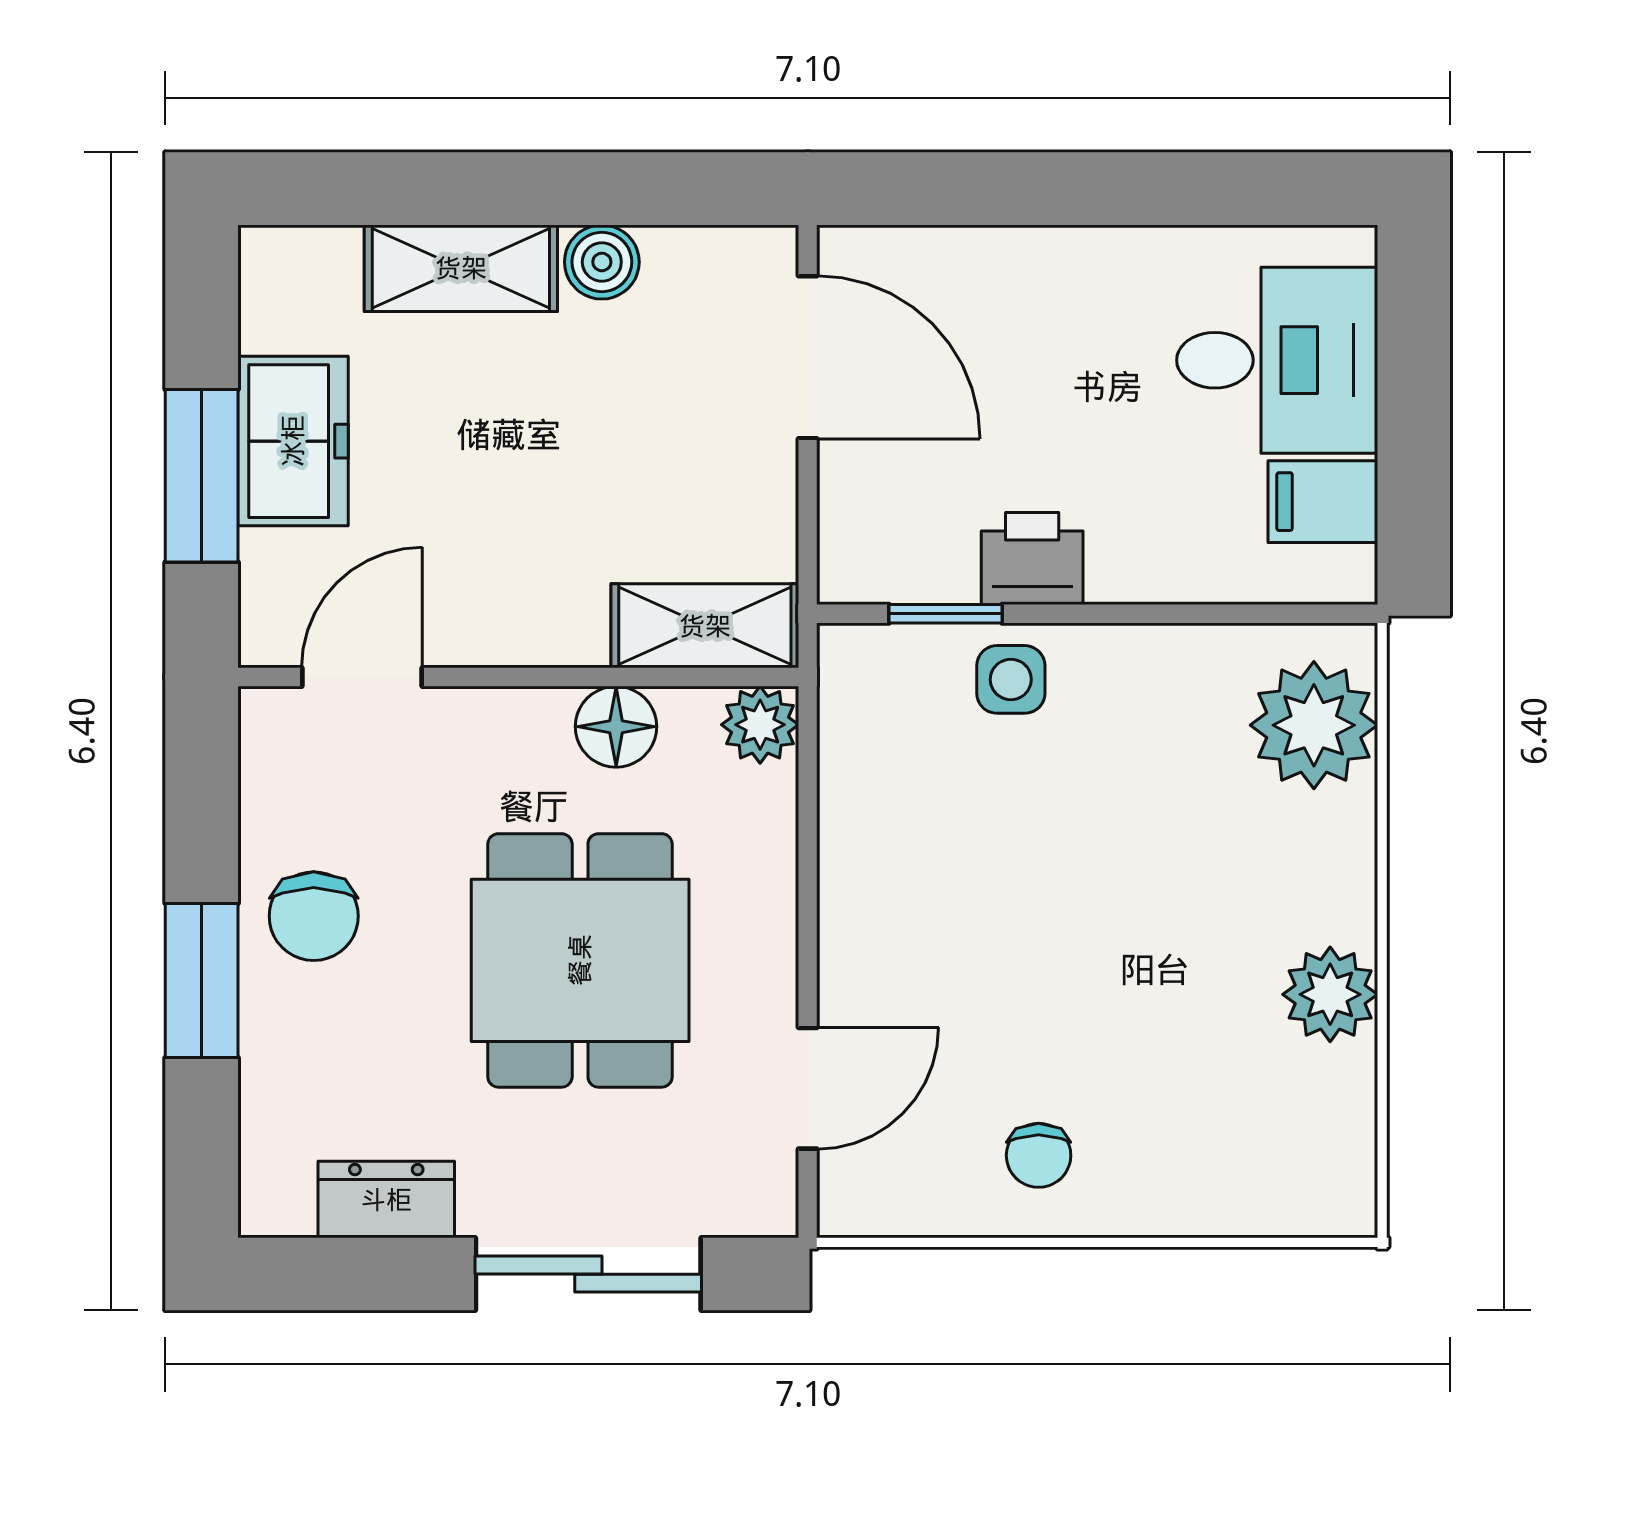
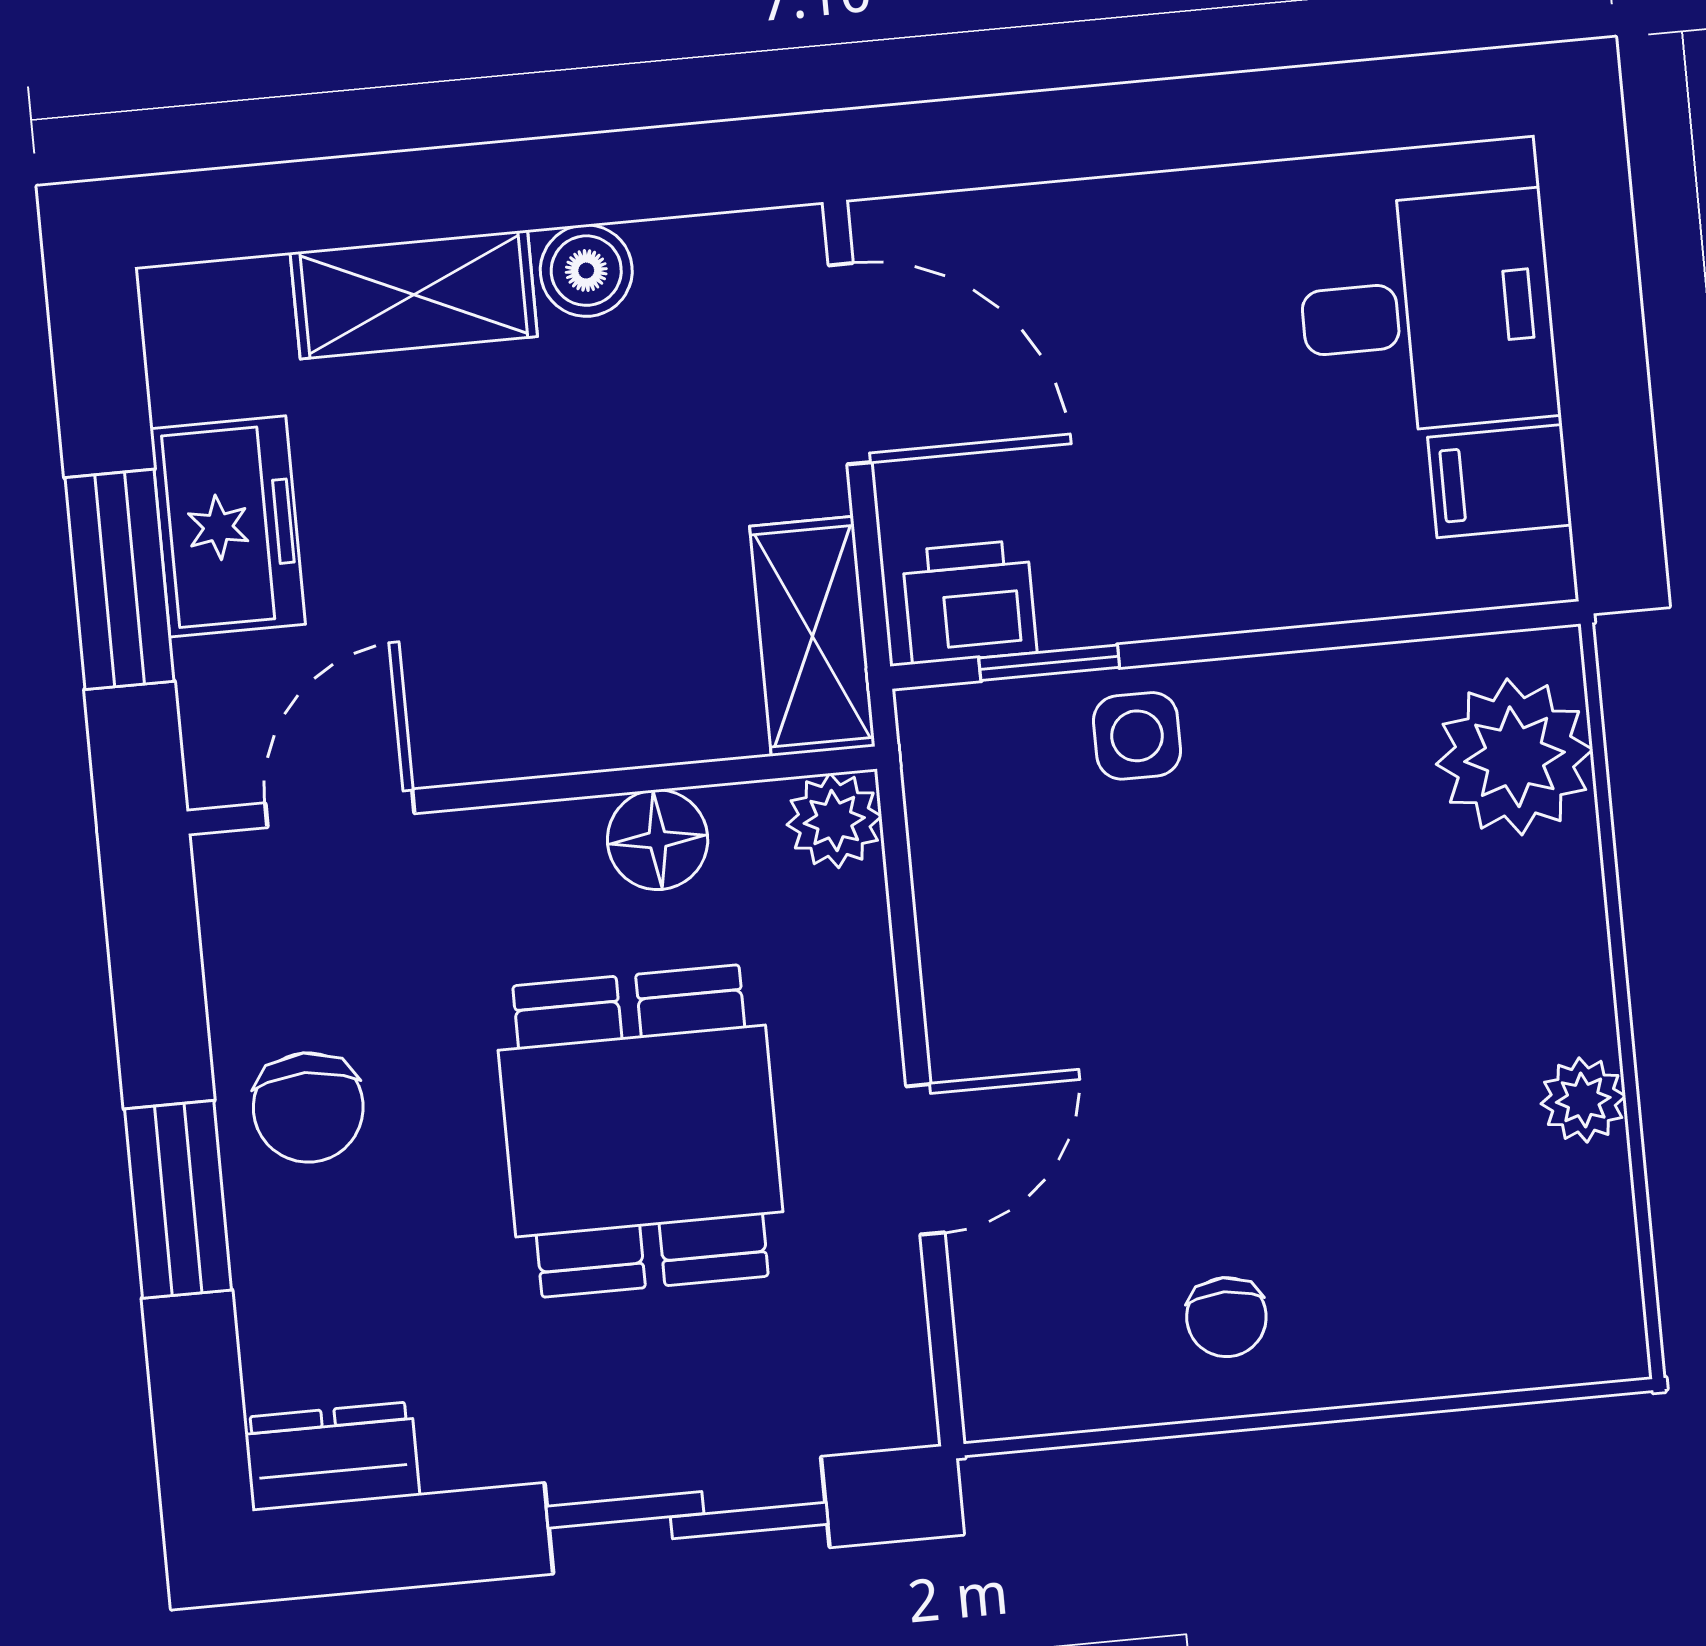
printer: (1032, 559) -> (970, 602), moved
shelving: (705, 626) -> (812, 636), moved, turned 90
plant: (1330, 994) -> (1583, 1100), width x0.73, depth x0.73
door: (808, 1088) -> (925, 1159), moved
dresser: (386, 1200) -> (332, 1456), moved

